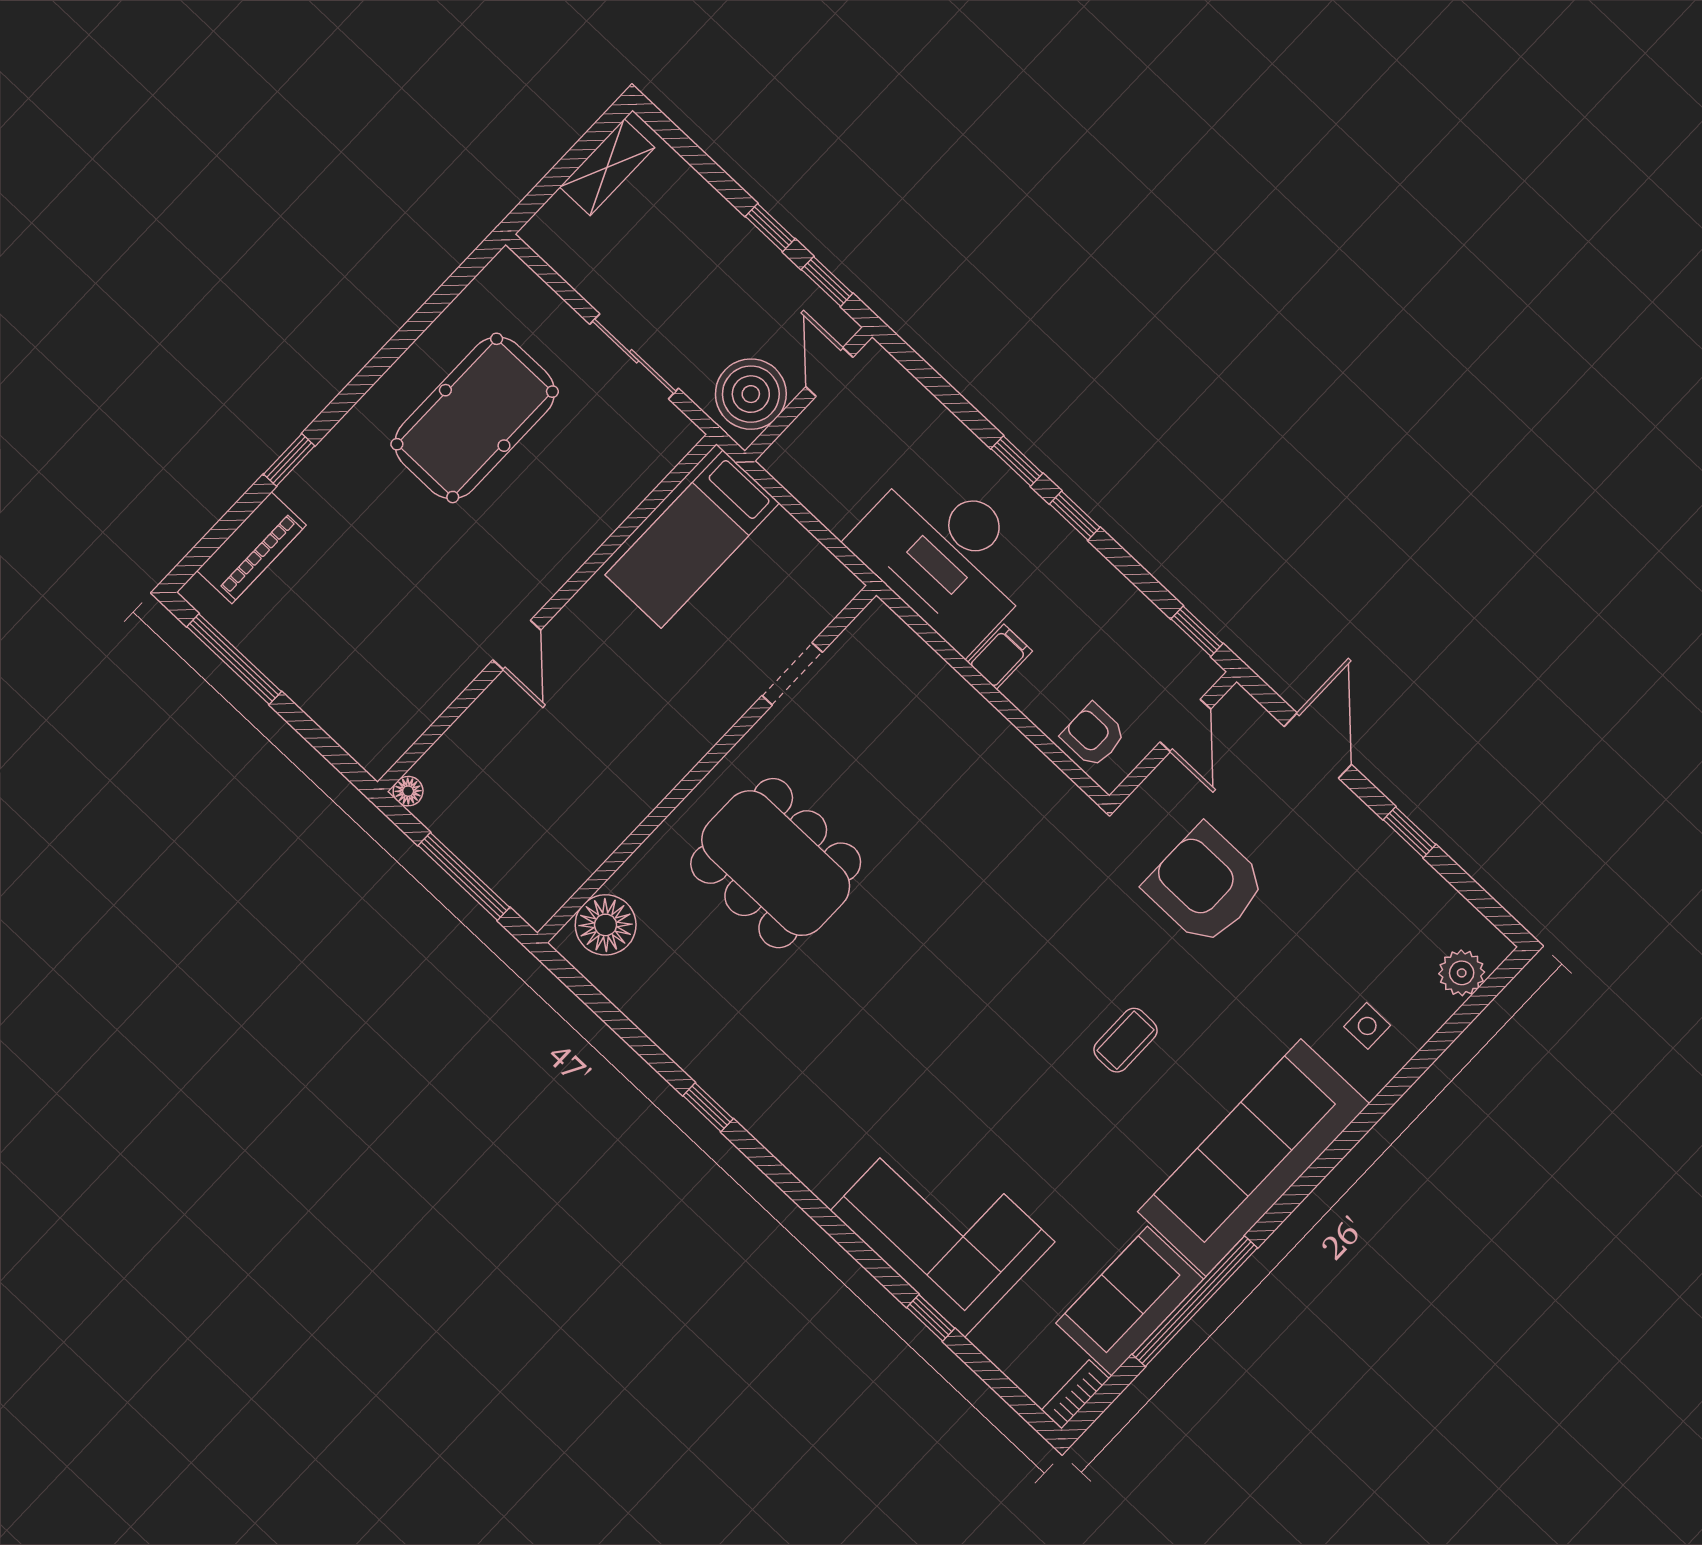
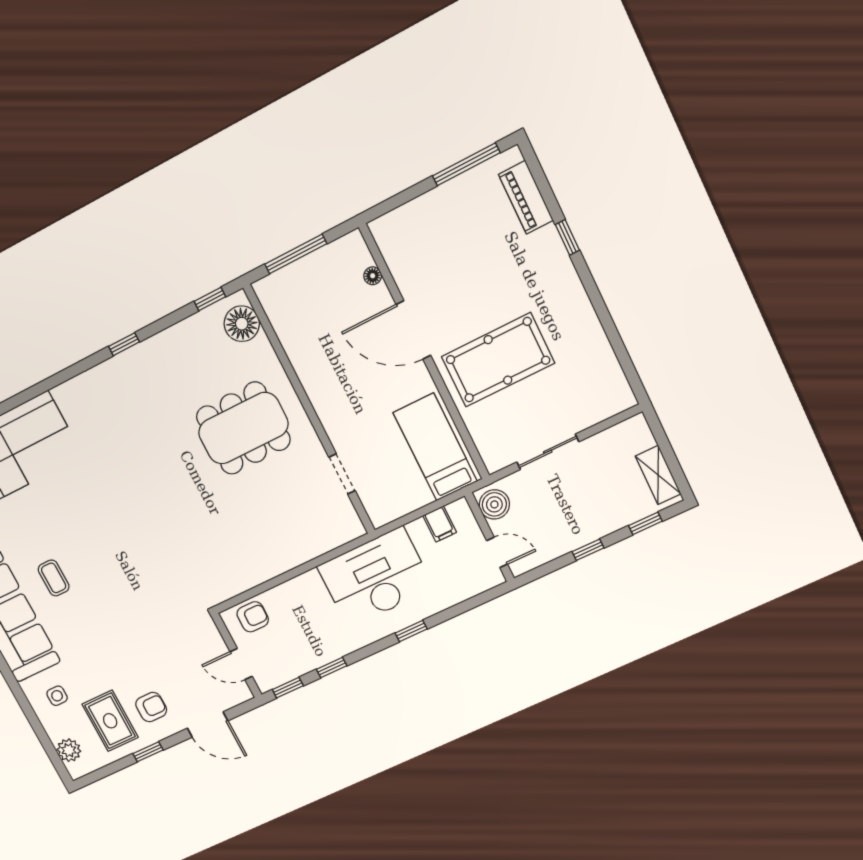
window: (827, 281) -> (645, 523), moved
boiler: (751, 394) -> (494, 504), width x0.73, depth x0.73
pool table: (475, 418) -> (498, 360), moved, turned 90
window: (1075, 516) -> (332, 668), moved
door: (517, 645) -> (413, 330), width x1.88
filing cabinet: (1000, 657) -> (440, 524), moved
floor lamp: (408, 791) -> (373, 276), moved
armchair: (1205, 885) -> (151, 707), moved, width x0.53, depth x0.53
rug: (1378, 918) -> (110, 721), added
window: (584, 990) -> (210, 299), added
coffee table: (1125, 1040) -> (54, 578), moved

